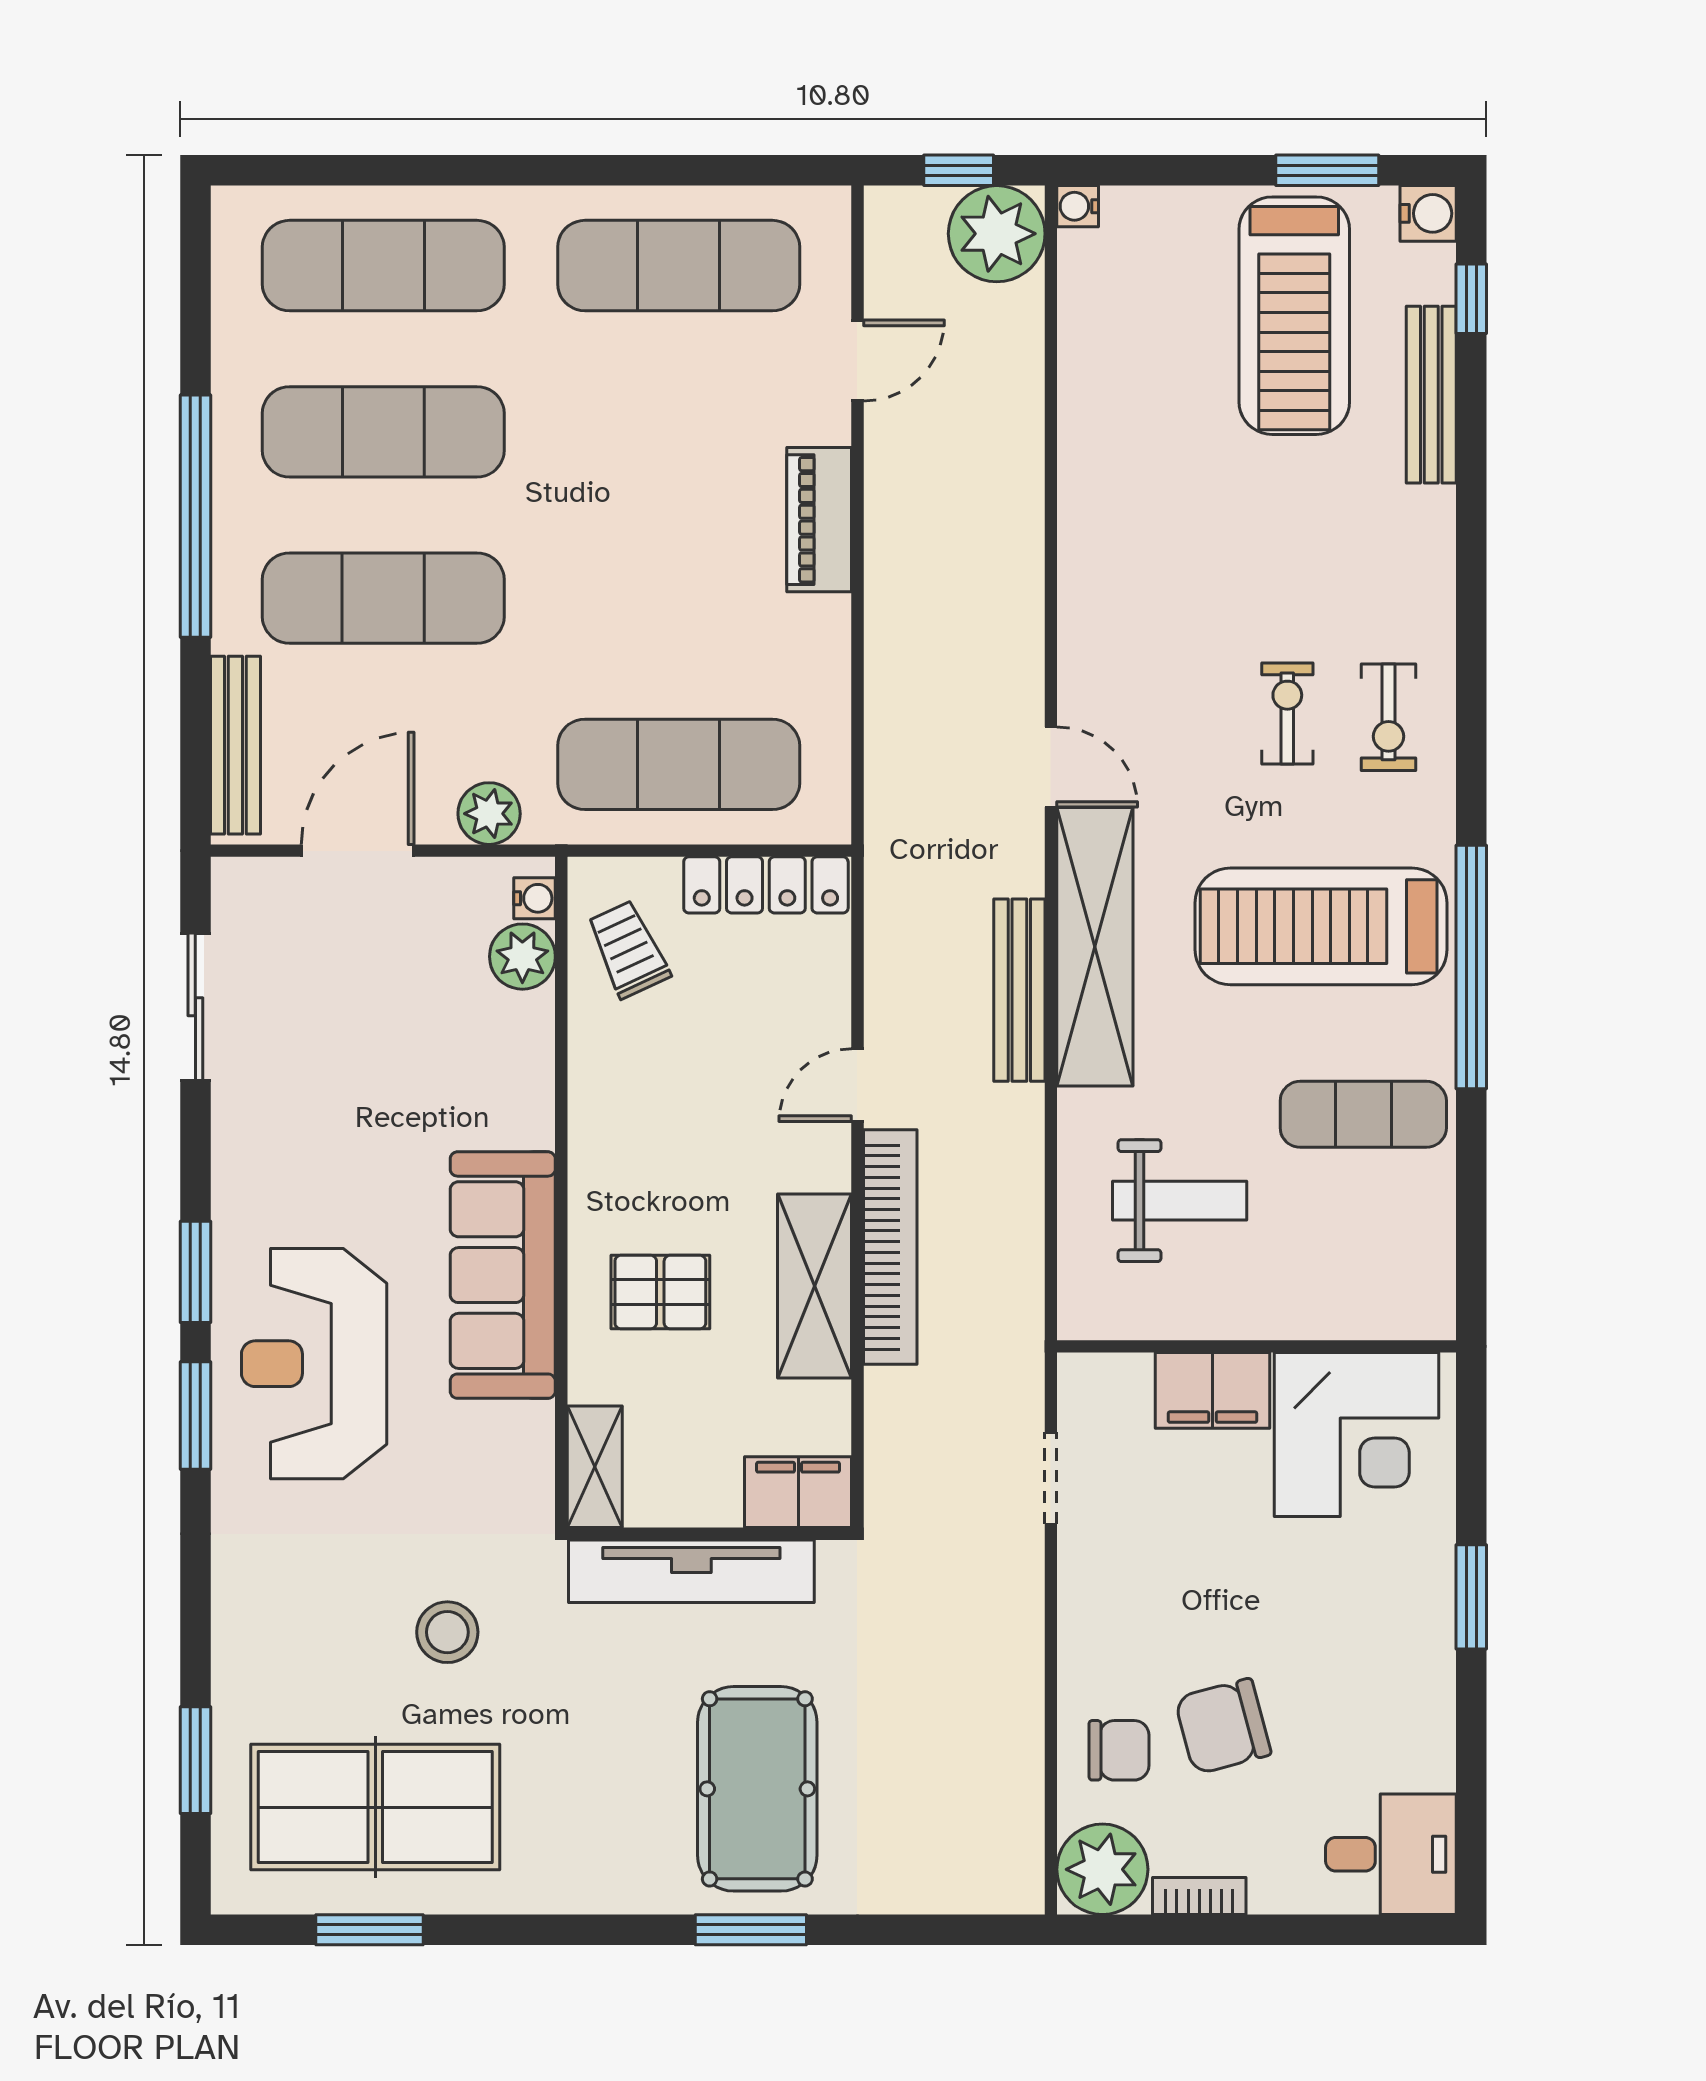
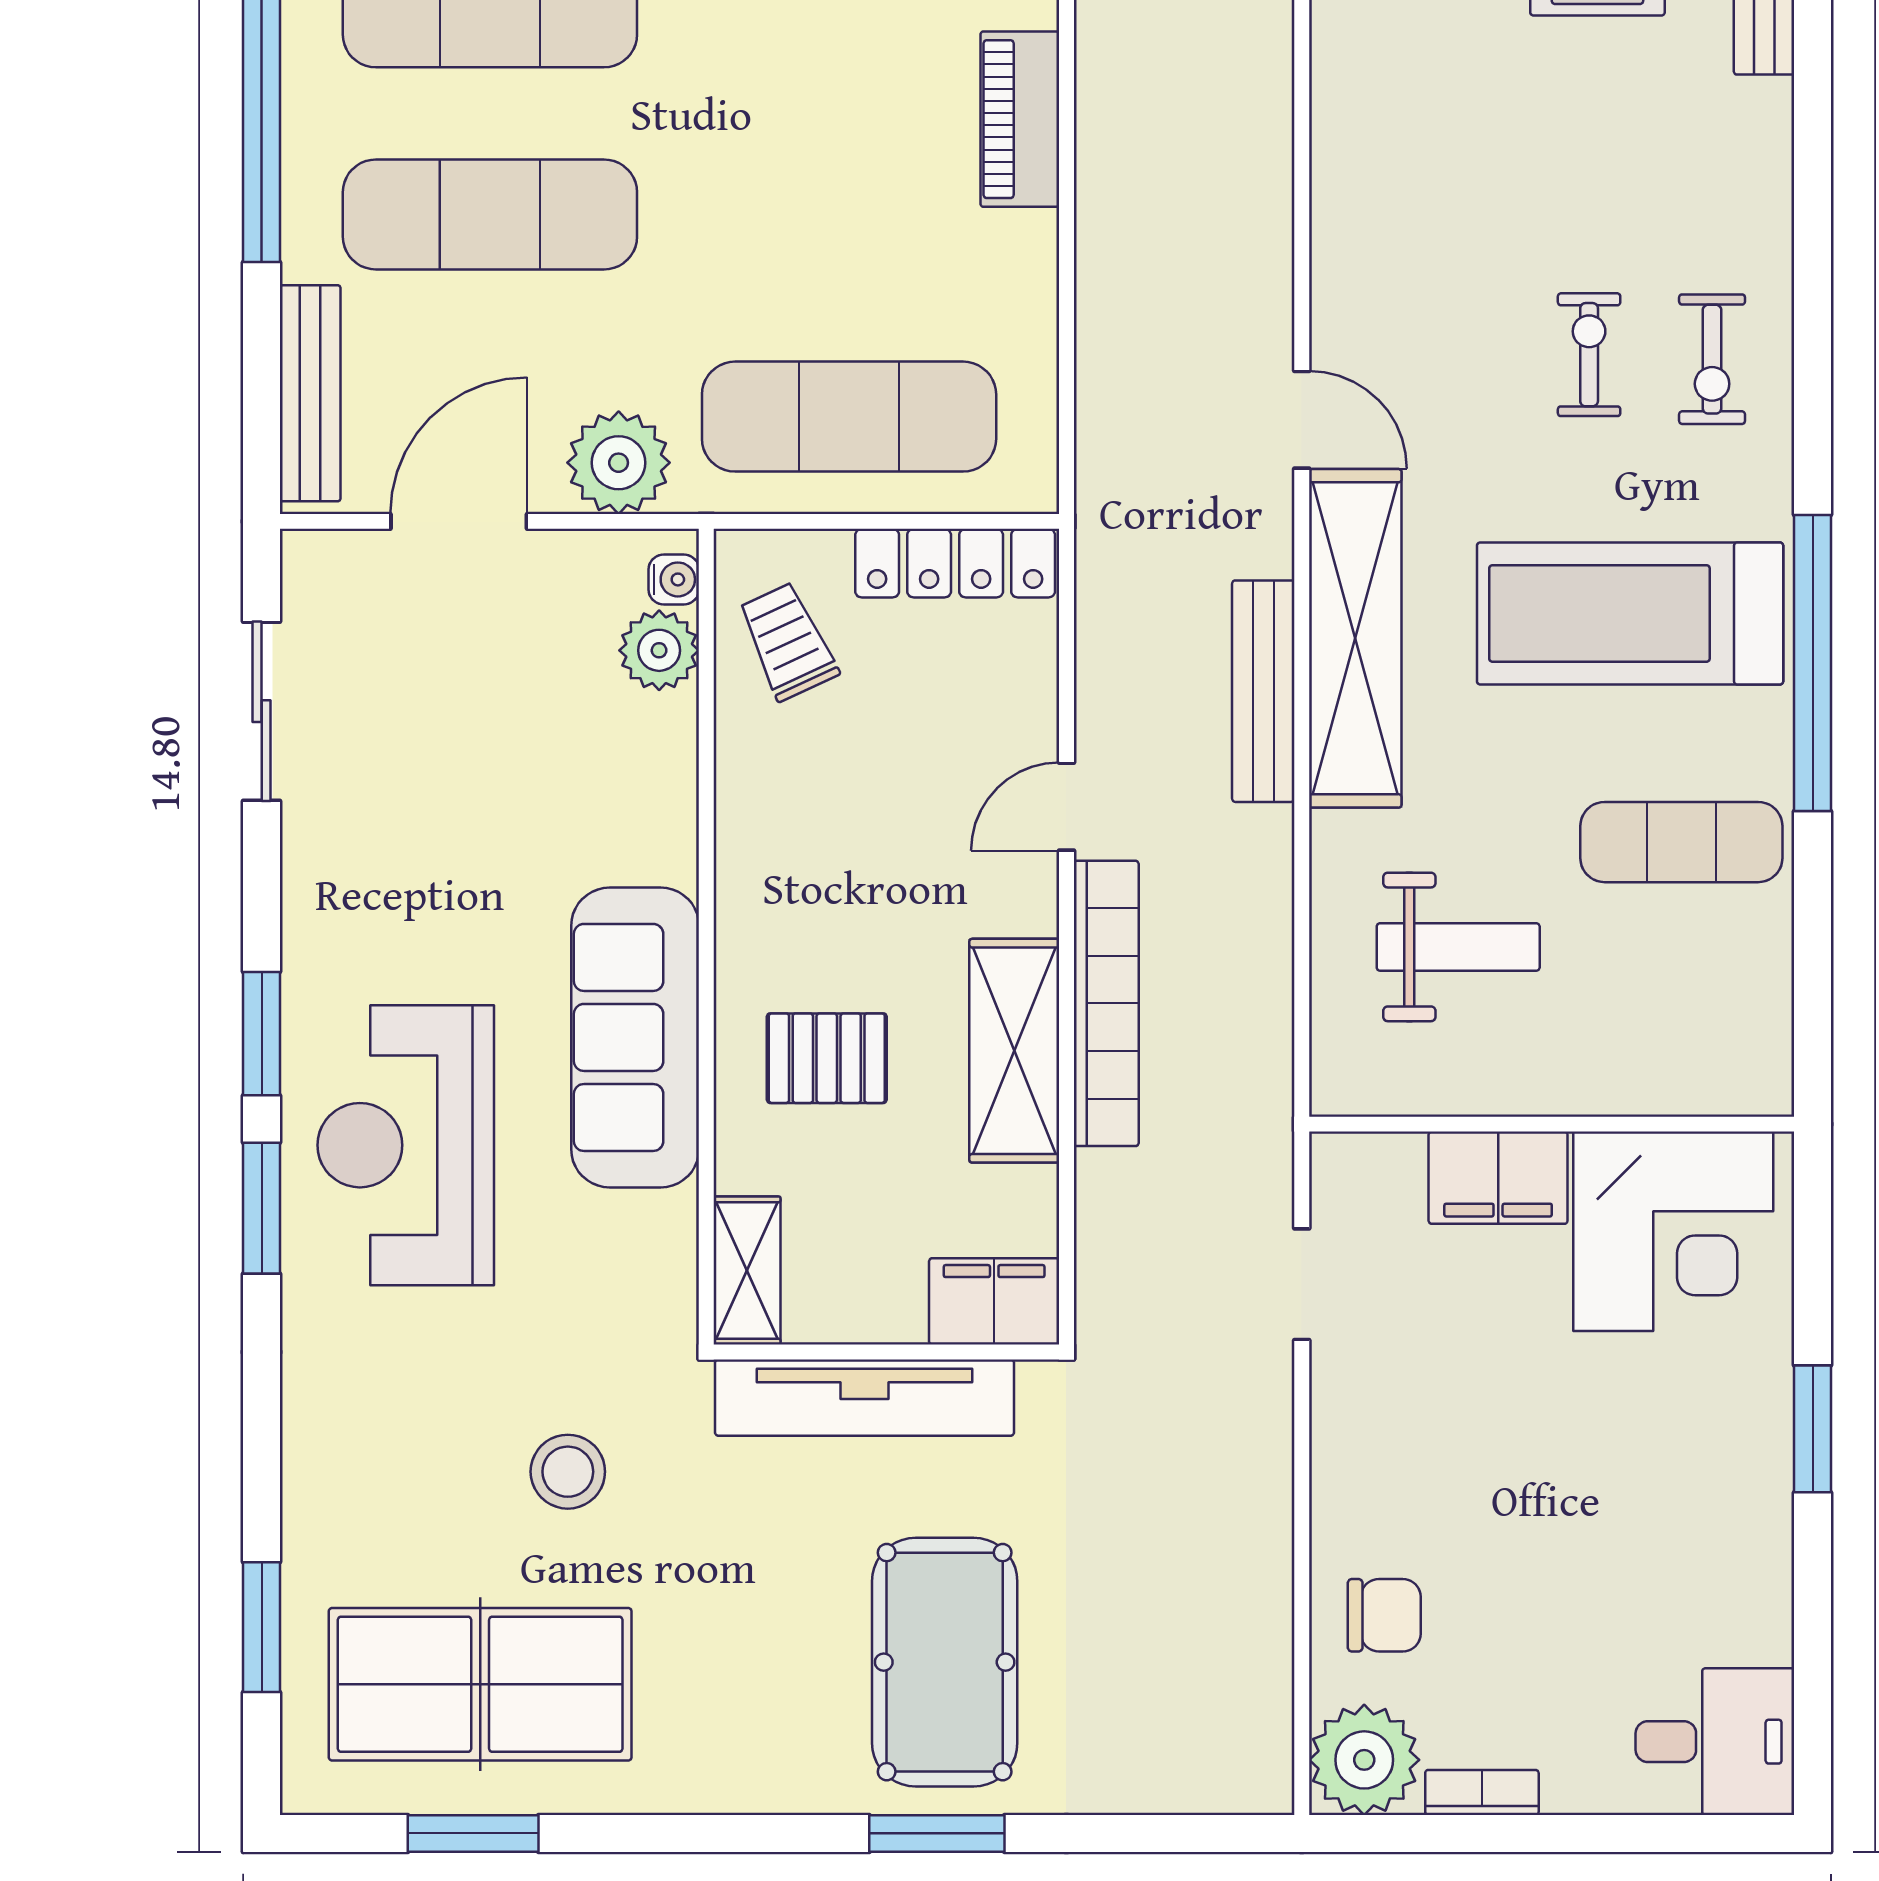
plant: (489, 814) -> (619, 463), width x1.36, depth x1.36
chair: (1223, 1726) -> (1511, 1586), removed

